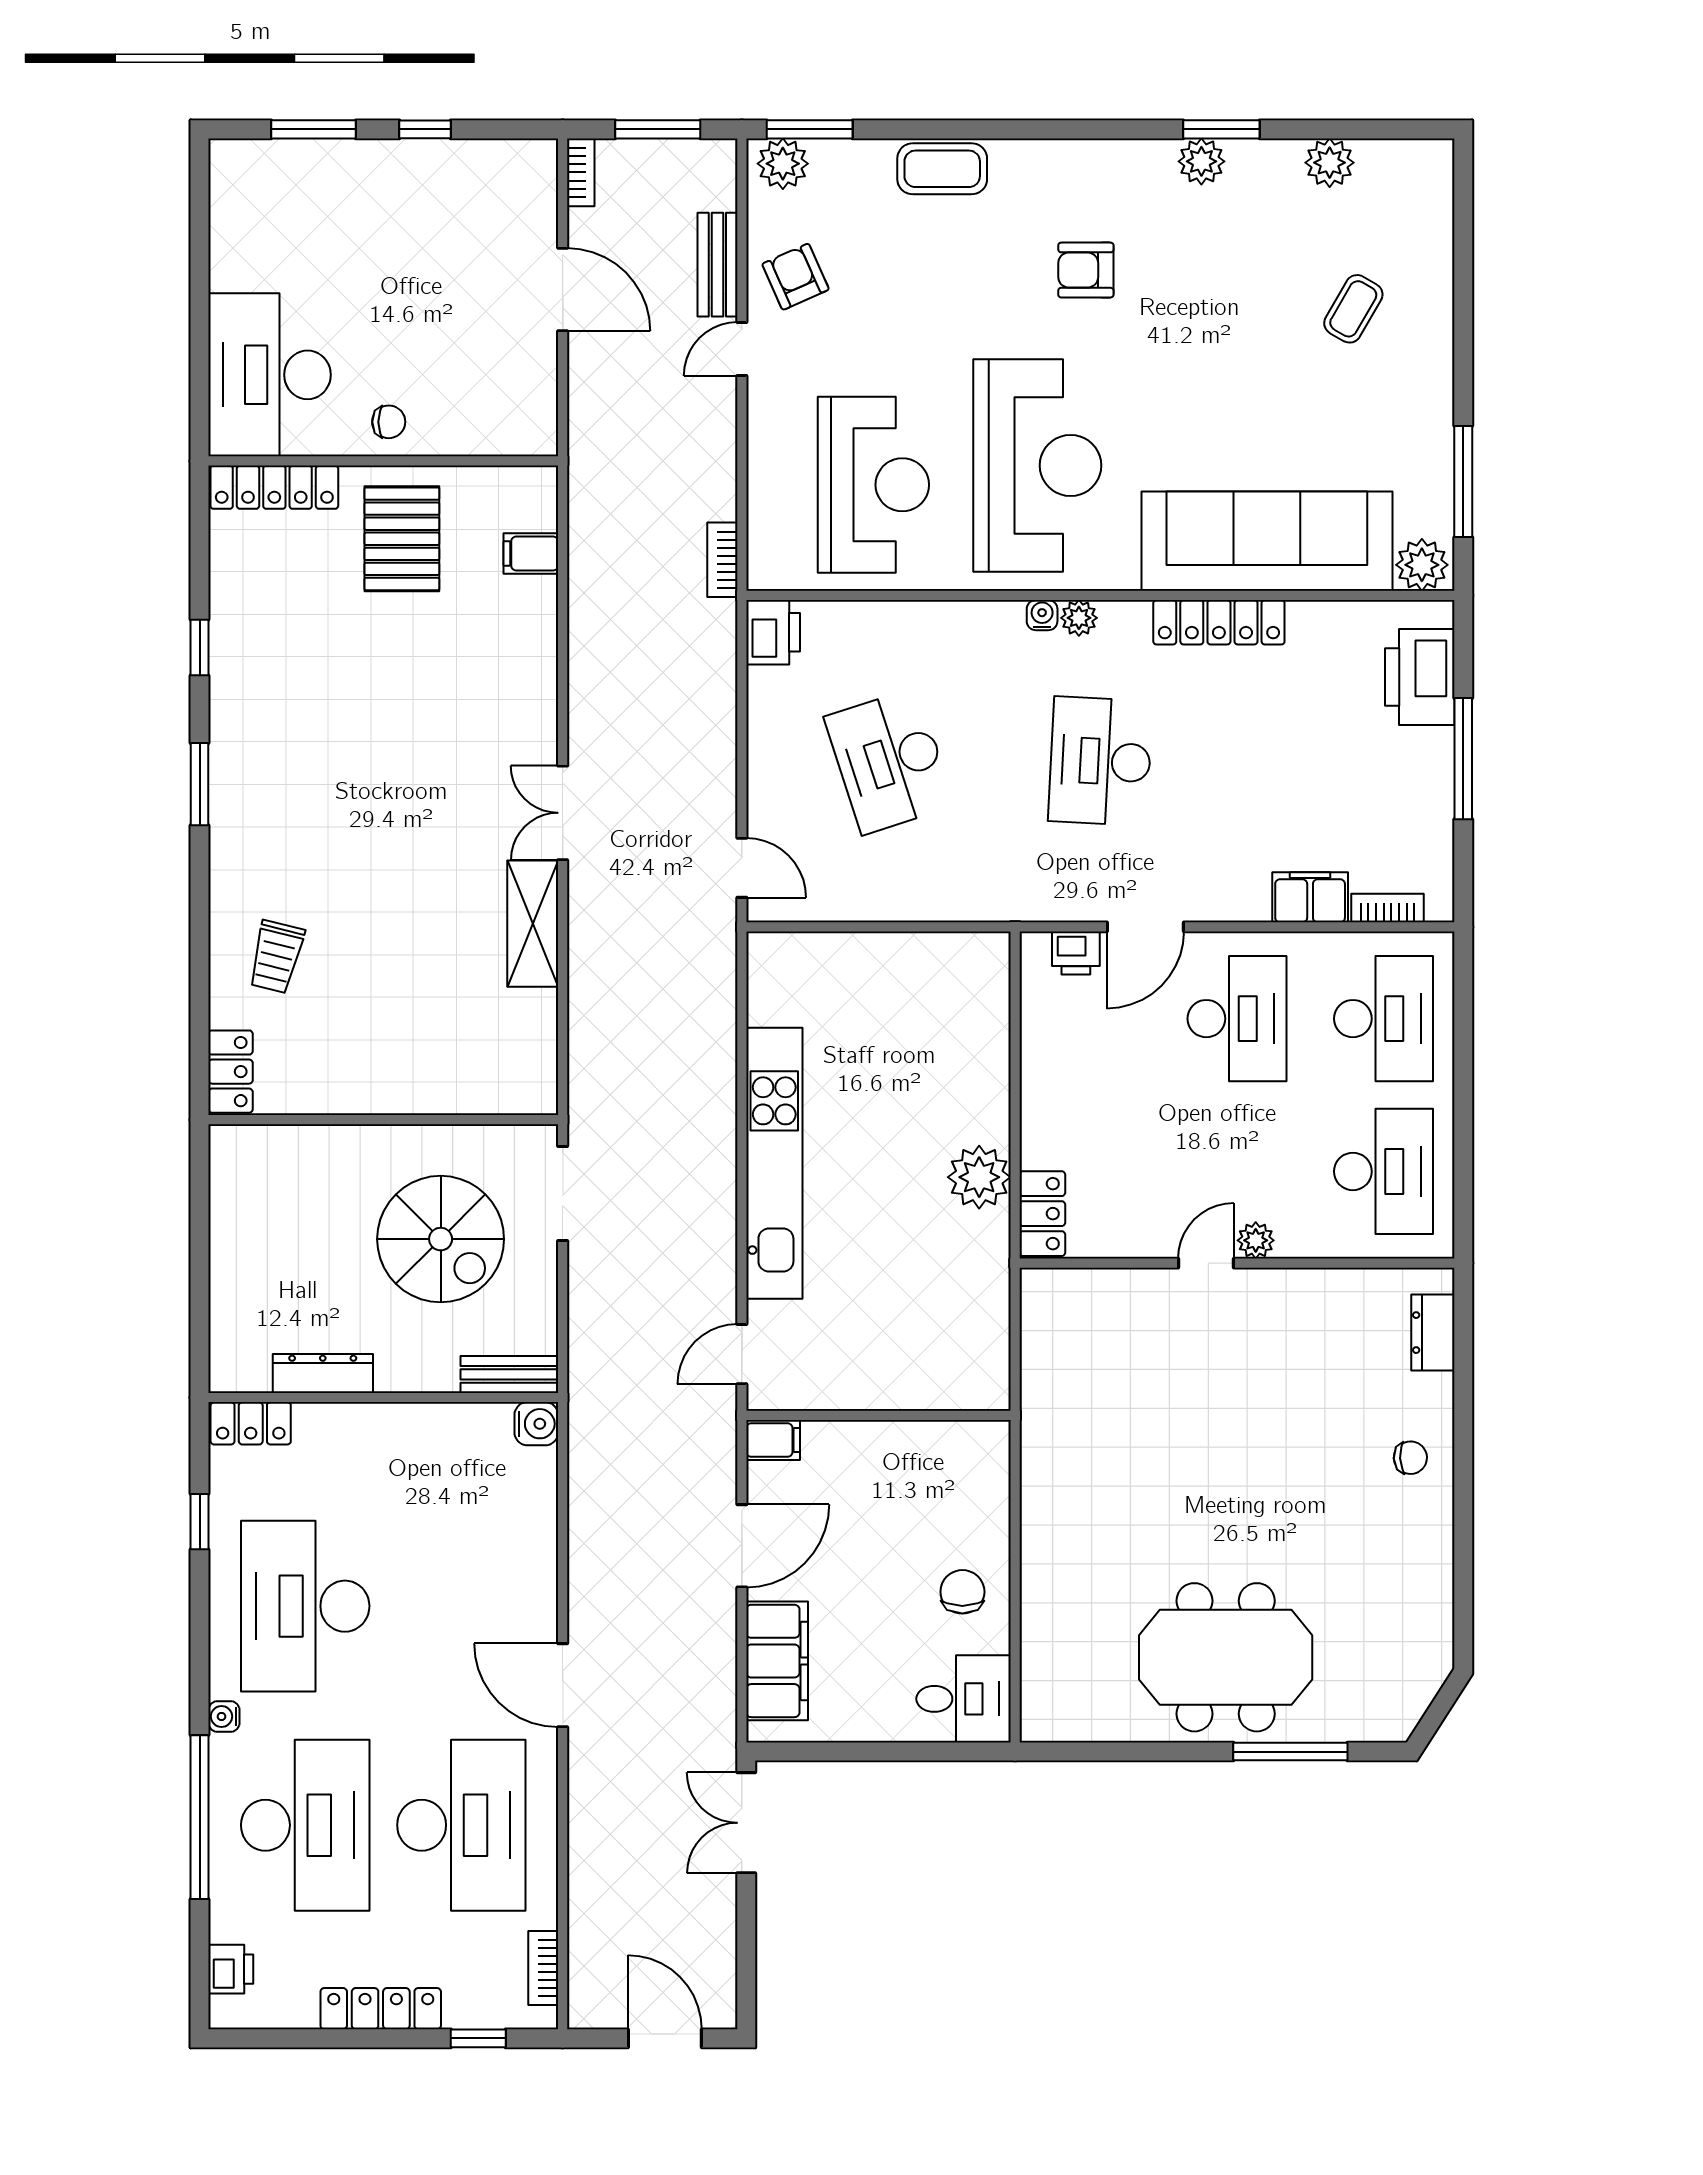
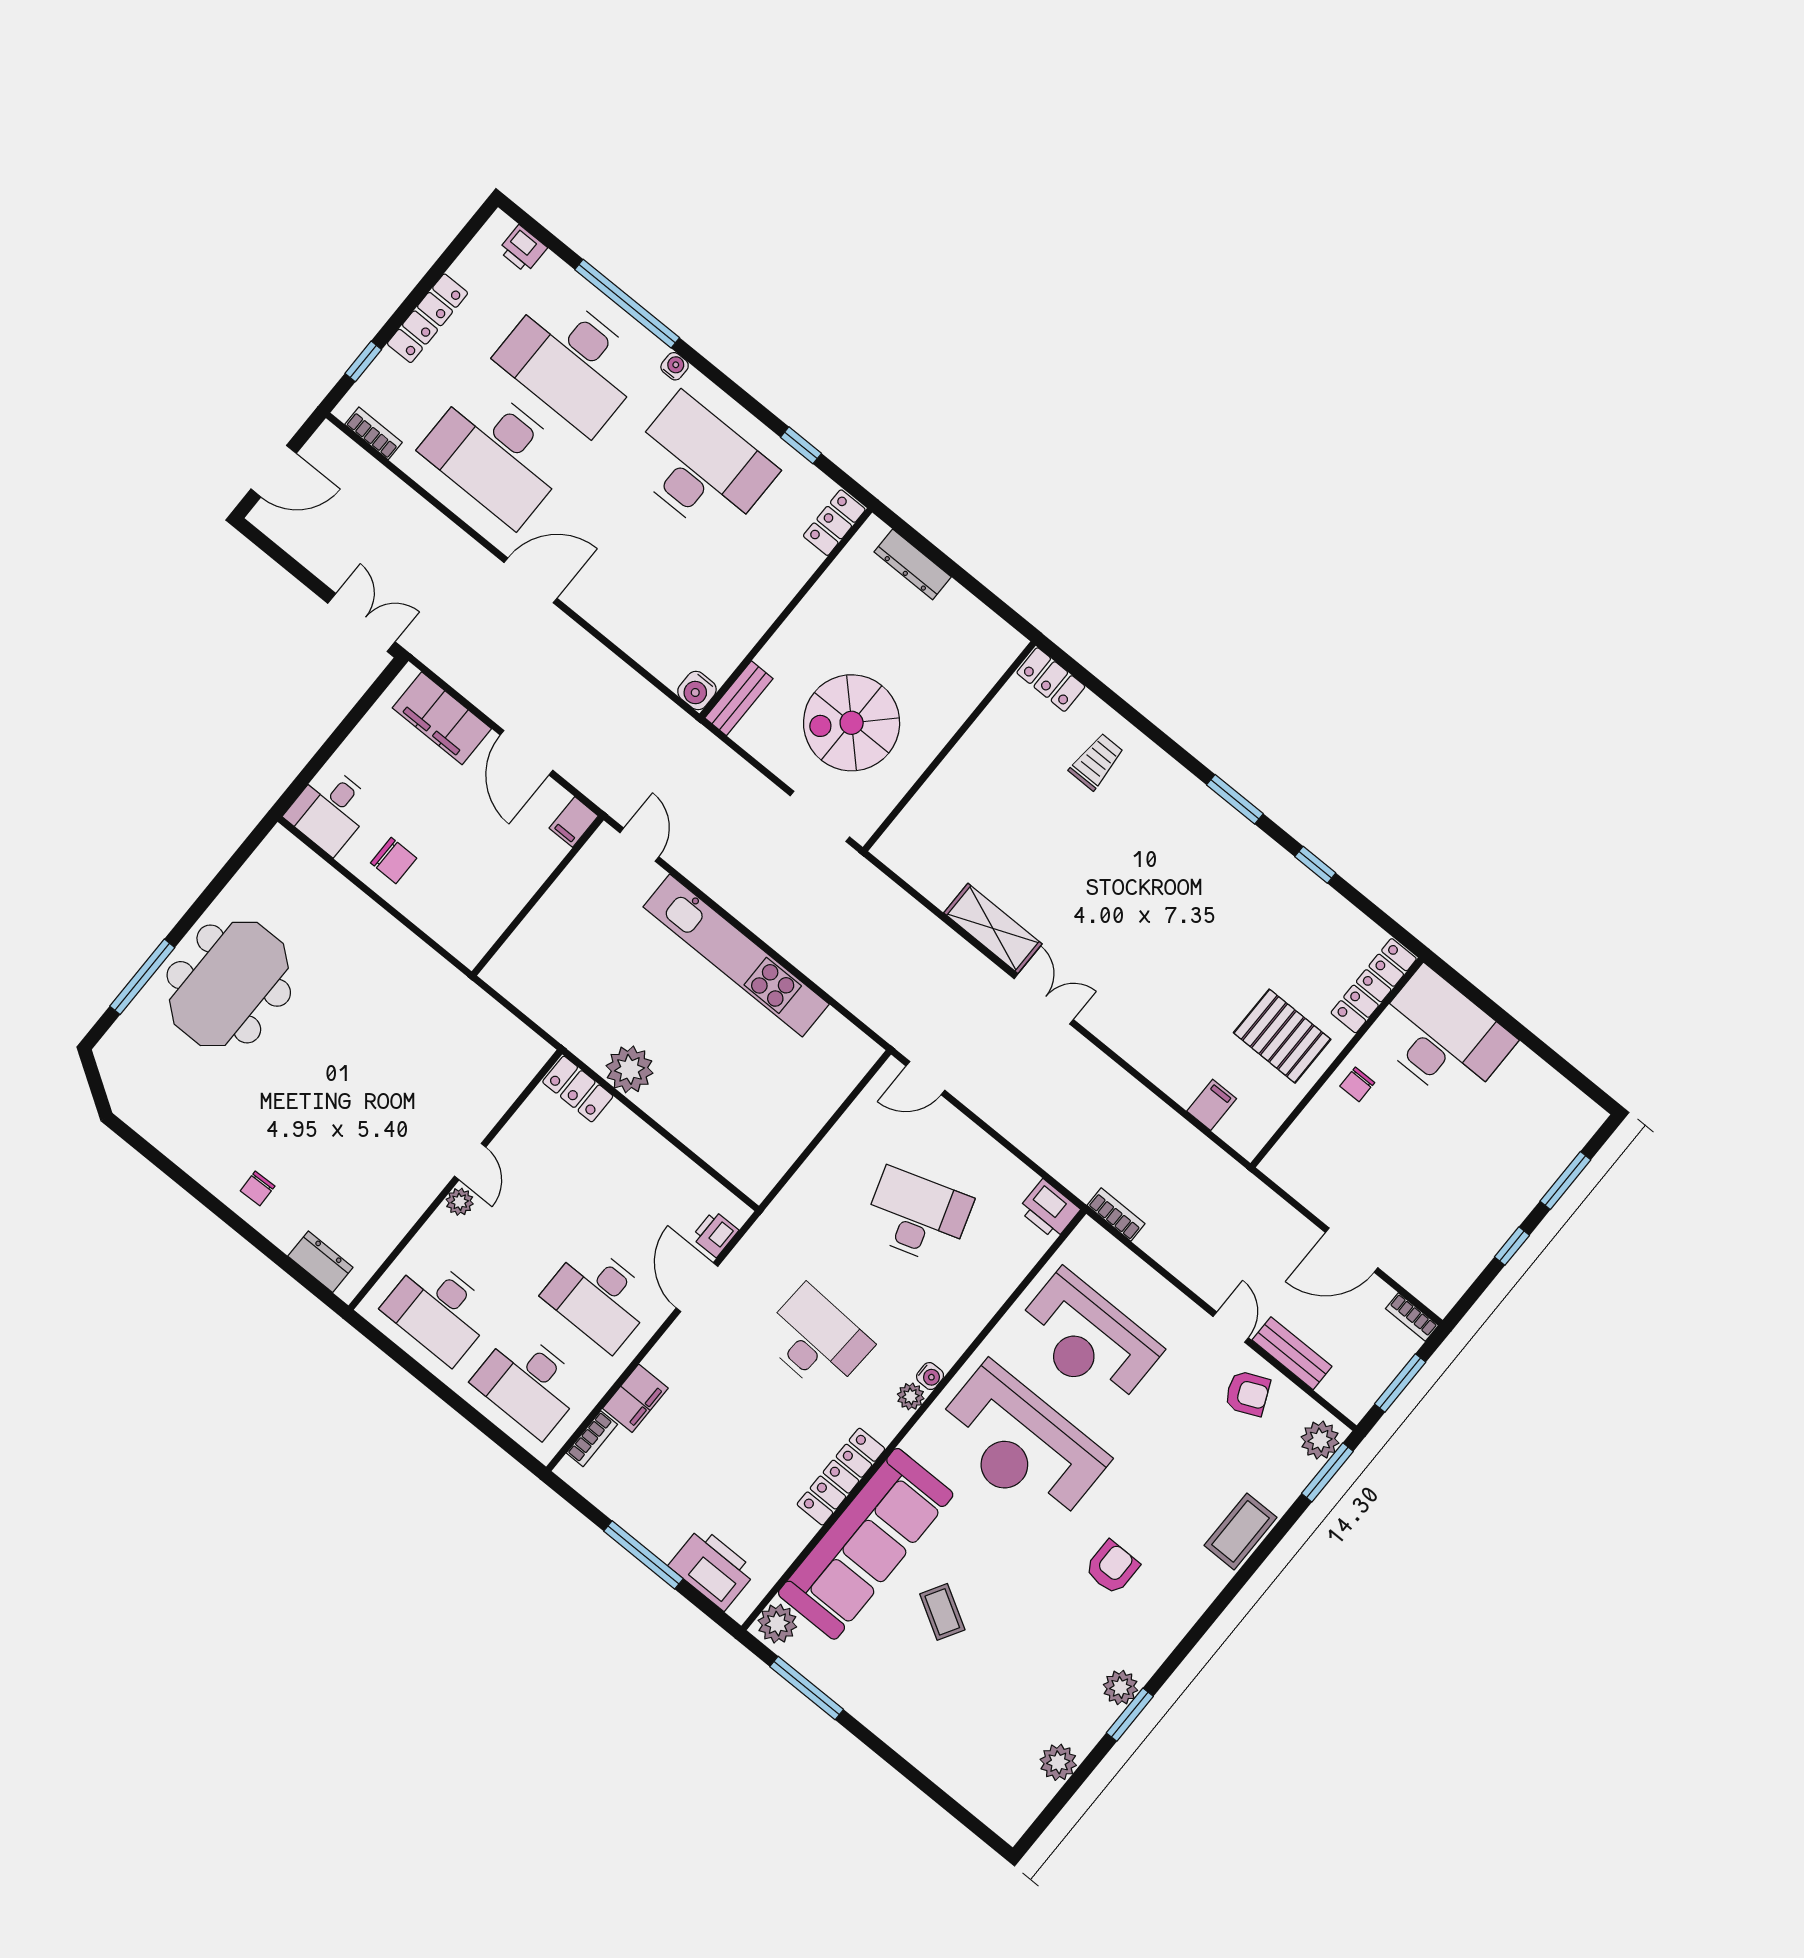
coffee table: (1353, 309) -> (942, 1612), moved
trolley: (276, 957) -> (1096, 762), turned 76
dresser: (323, 1373) -> (913, 564), moved, turned 90

